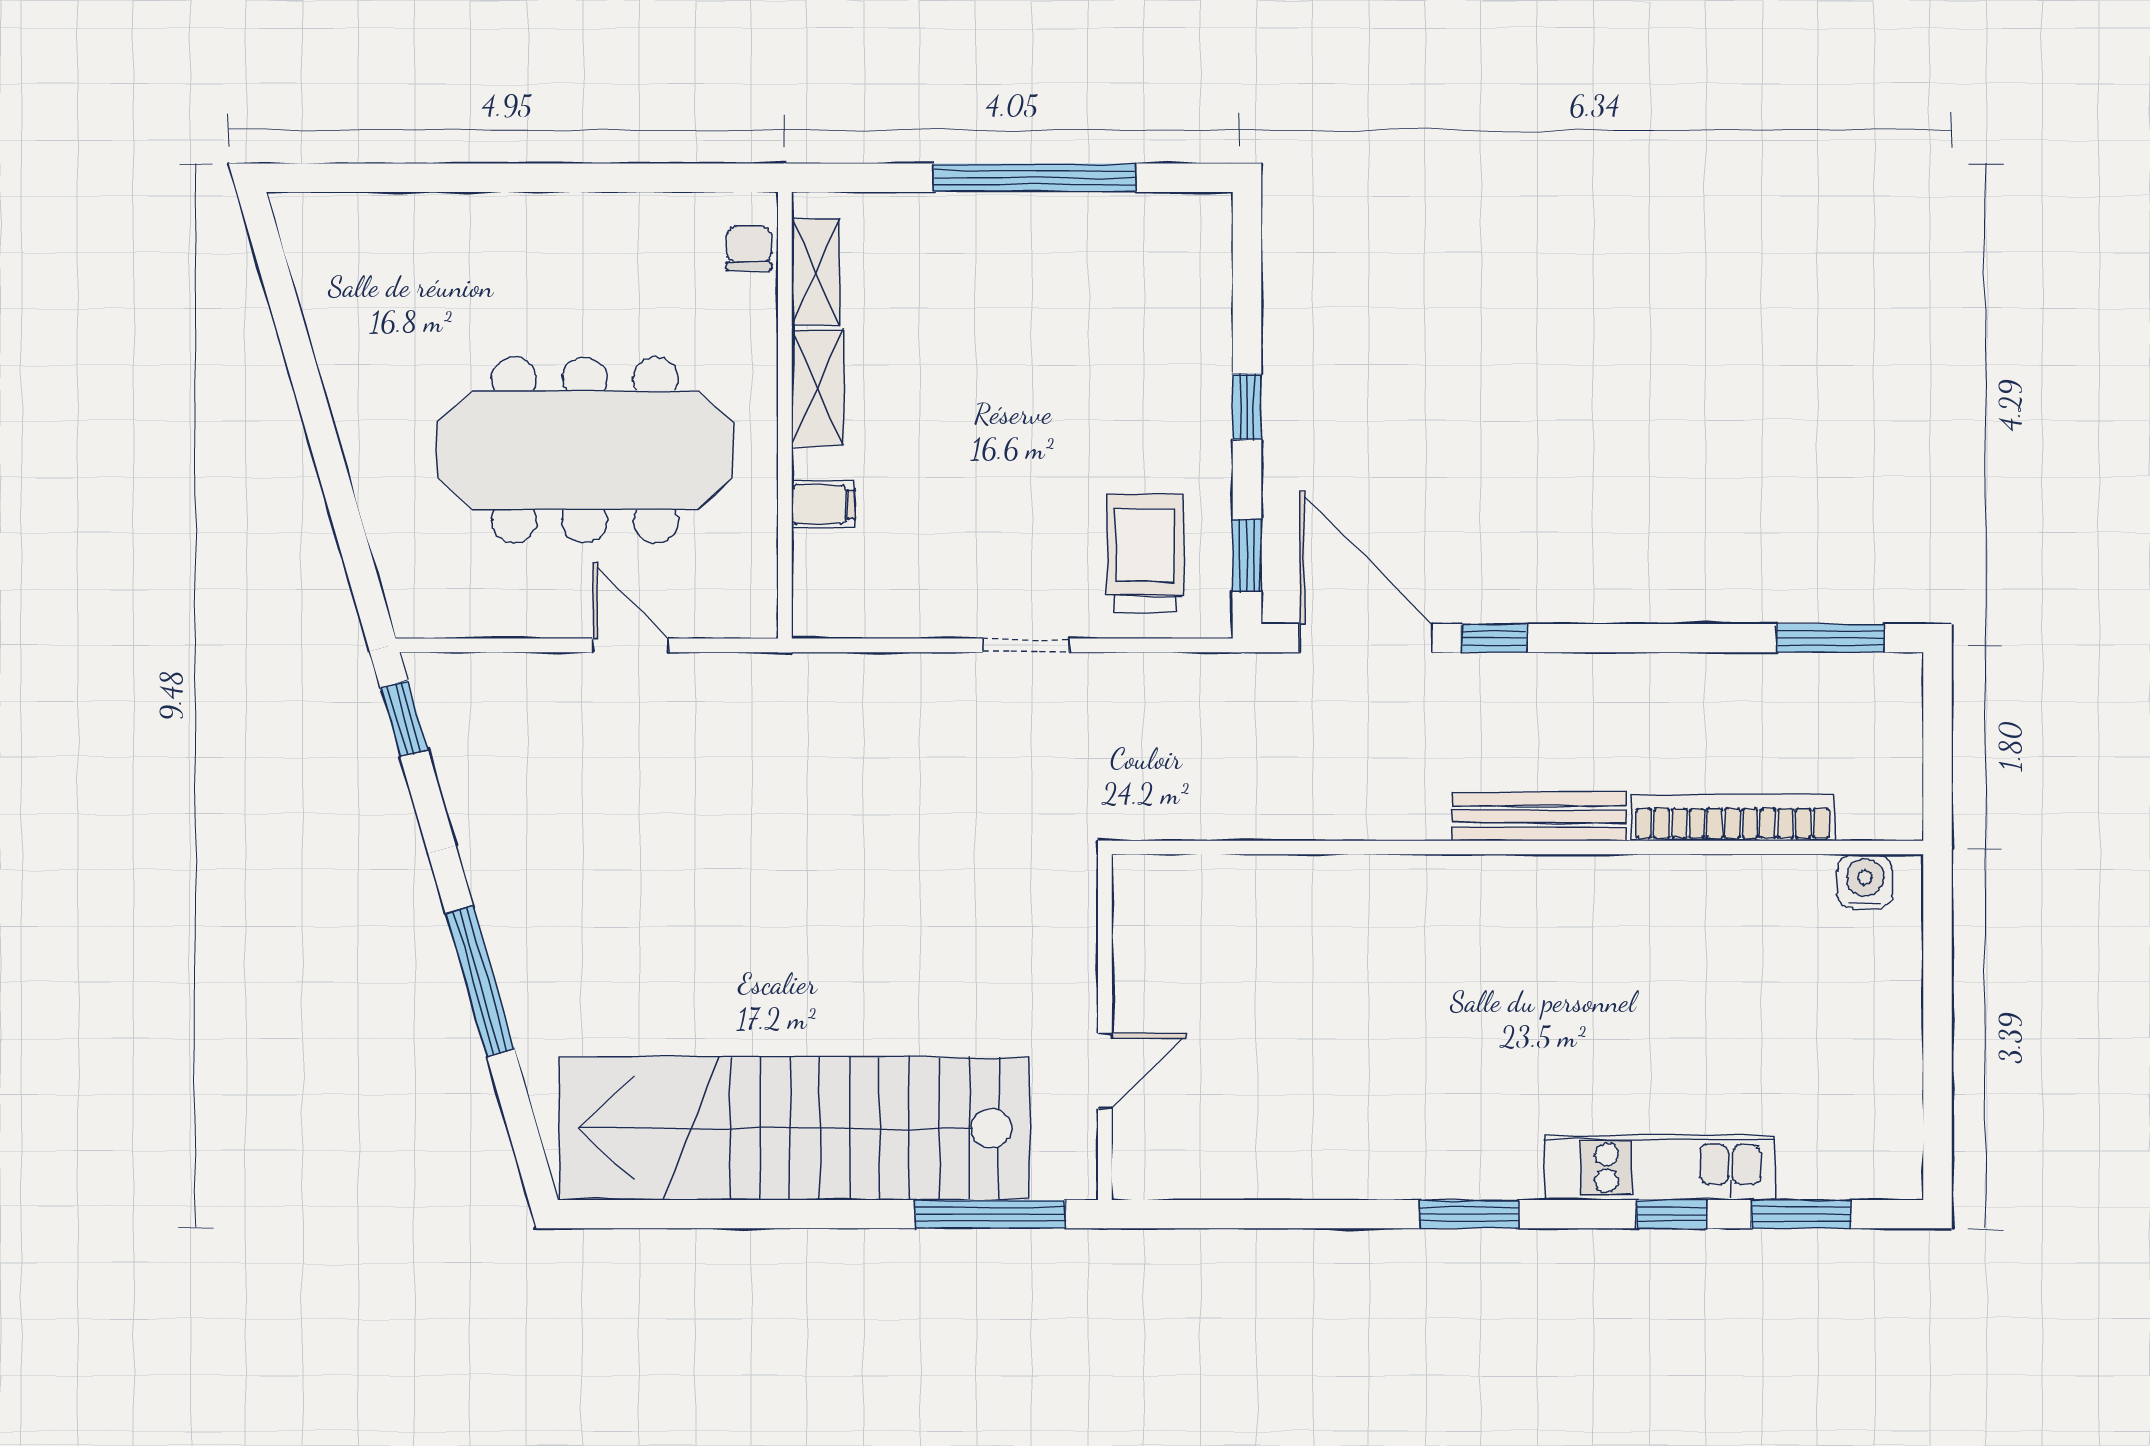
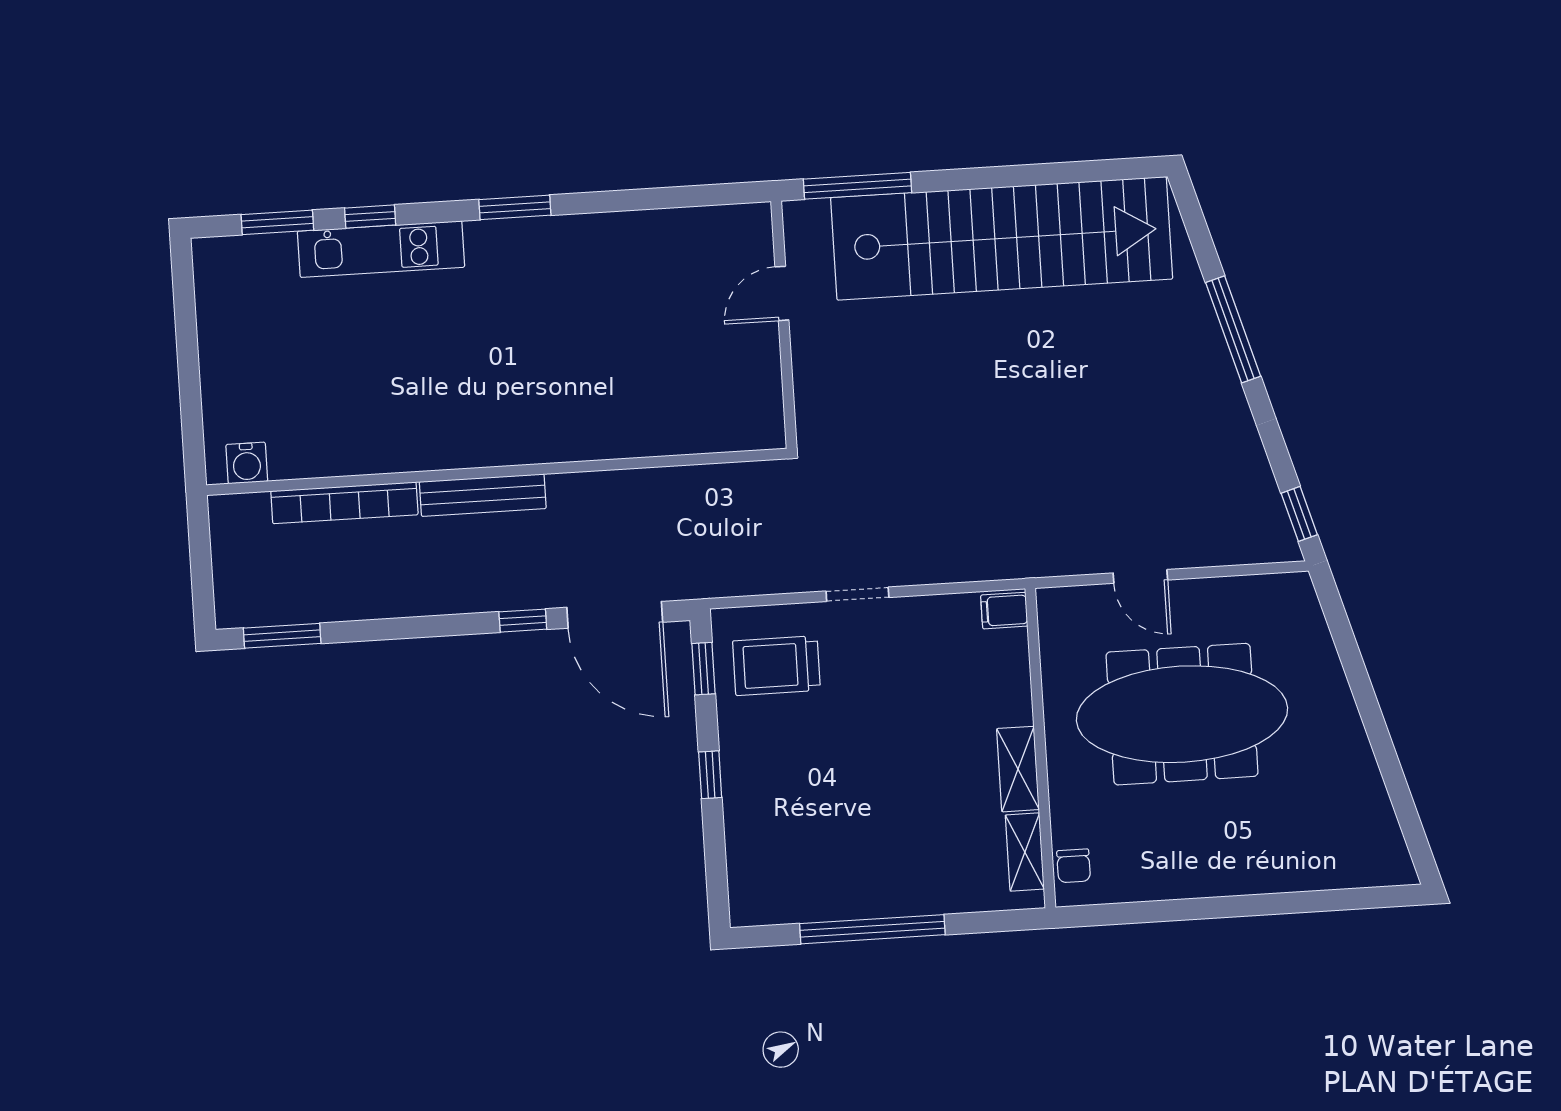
filing cabinet: (823, 504) -> (1004, 611), moved
trolley: (1145, 553) -> (776, 666), turned 90

